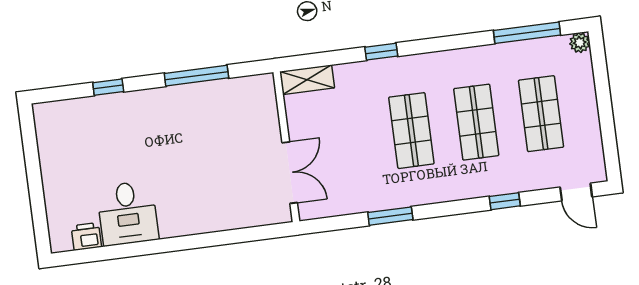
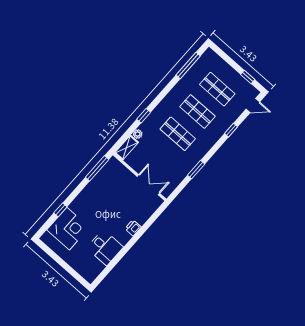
plant: (580, 43) -> (138, 134), moved
window: (196, 76) -> (97, 168), moved
corner desk: (94, 129) -> (68, 229), added
window: (609, 137) -> (248, 77), added
printer: (86, 236) -> (133, 228), moved

